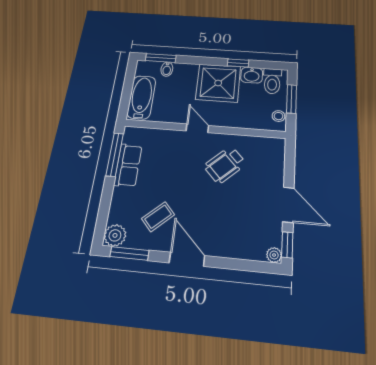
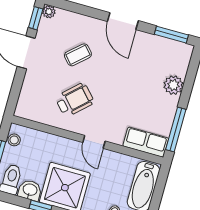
row of seats: (128, 165) -> (146, 142), moved, turned 90
coffee table: (158, 217) -> (78, 55), moved
plant: (115, 235) -> (173, 85), moved

